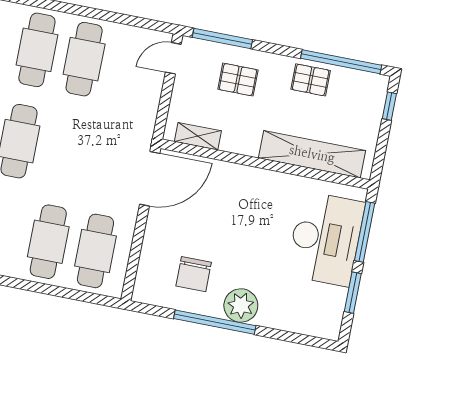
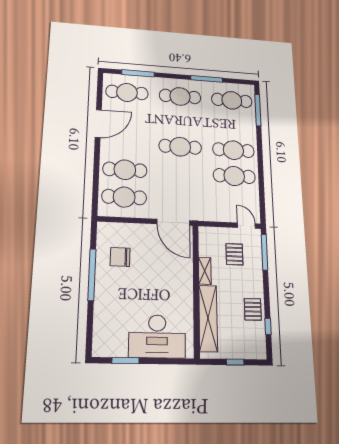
window: (341, 62) -> (268, 326), width x0.32
pallet: (238, 80) -> (234, 254), moved
window: (389, 106) -> (235, 362), moved
shelving: (198, 136) -> (205, 271), moved
window: (365, 232) -> (166, 361), removed
plant: (241, 306) -> (105, 289), removed

